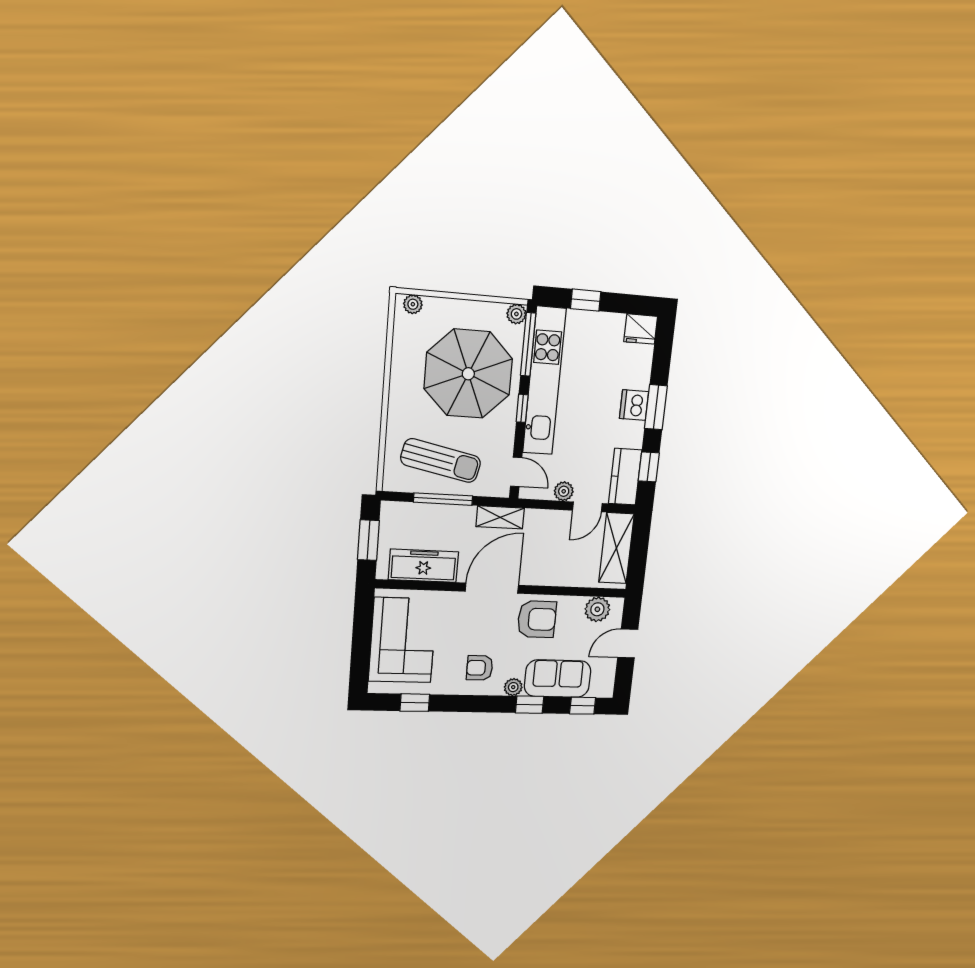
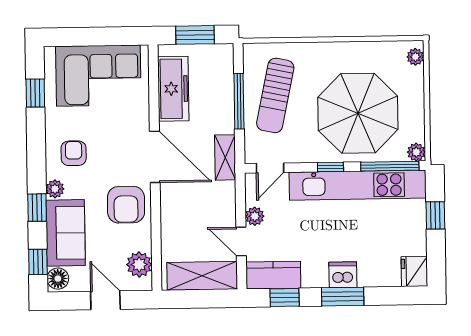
floor lamp: (601, 688) -> (58, 279), added

